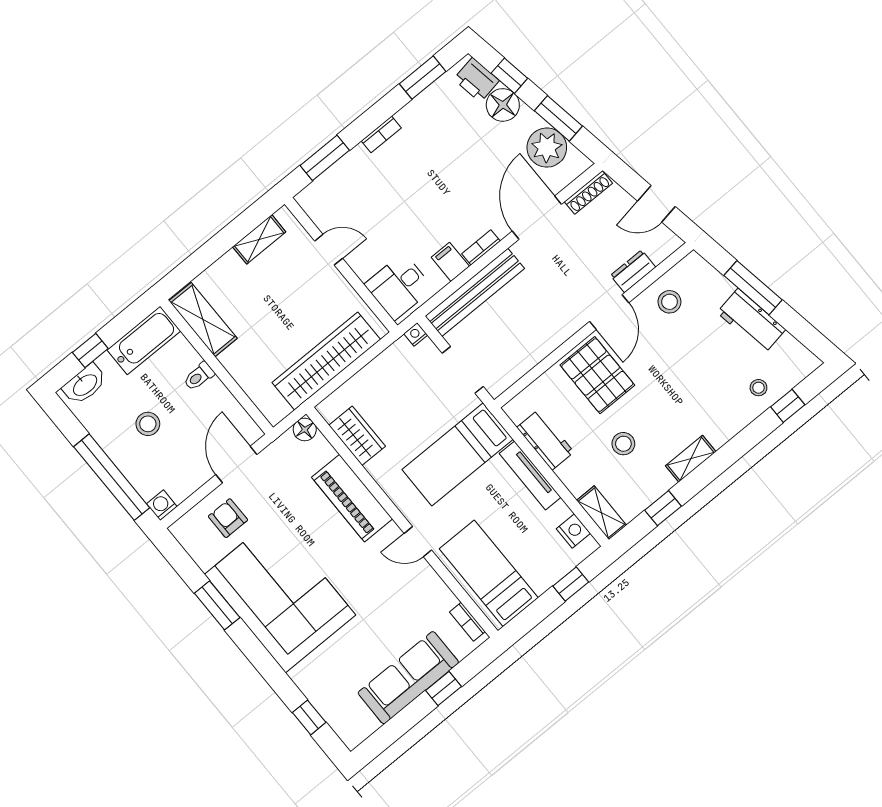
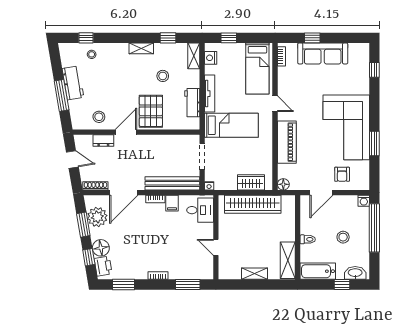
shelving: (259, 239) -> (255, 274), moved
wardrobe: (357, 436) -> (251, 182), moved, turned 90

